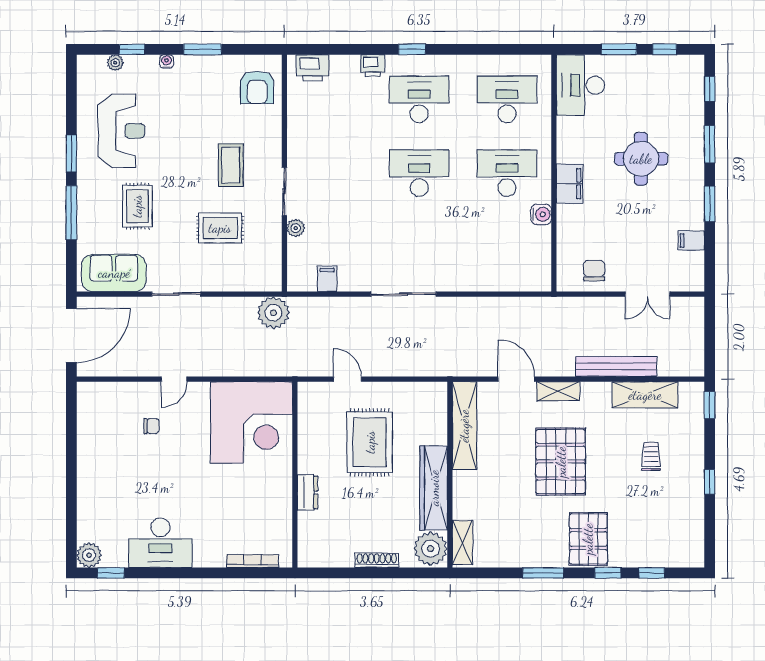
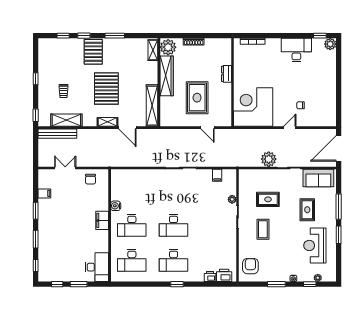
printer: (373, 65) -> (210, 276), moved
round table: (641, 159) -> (68, 232), removed
plant: (273, 313) -> (269, 159), moved
bench: (616, 366) -> (57, 134), moved

